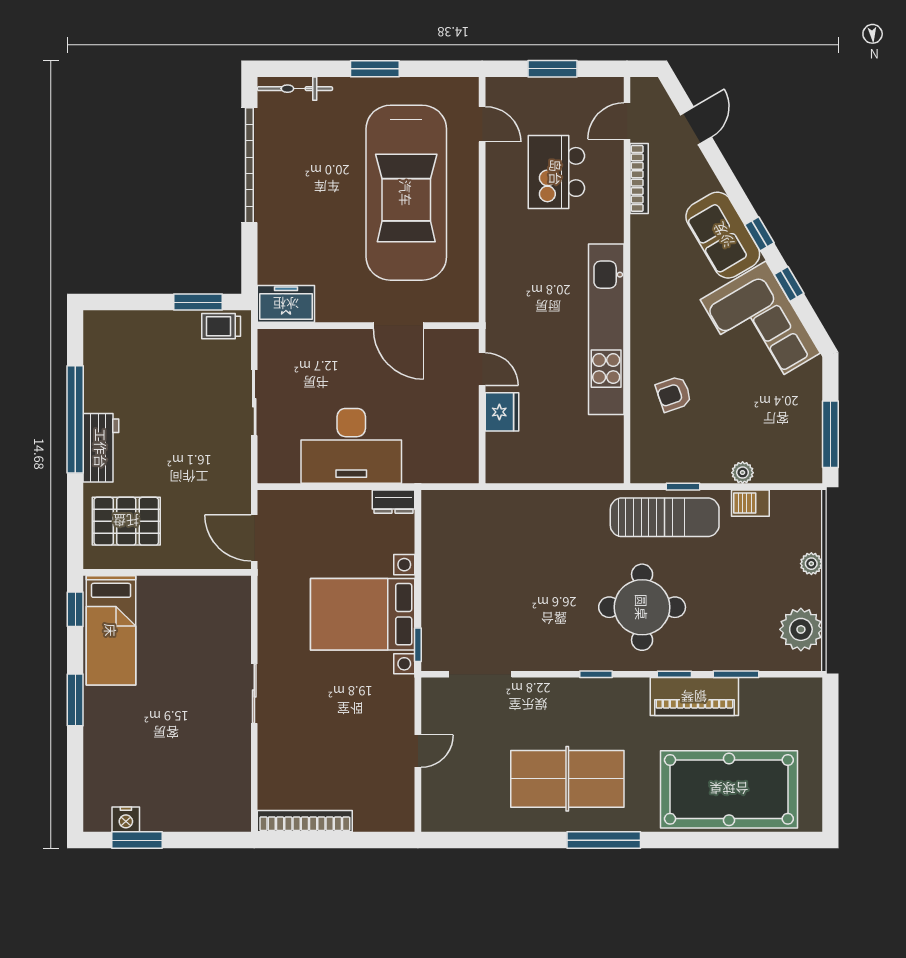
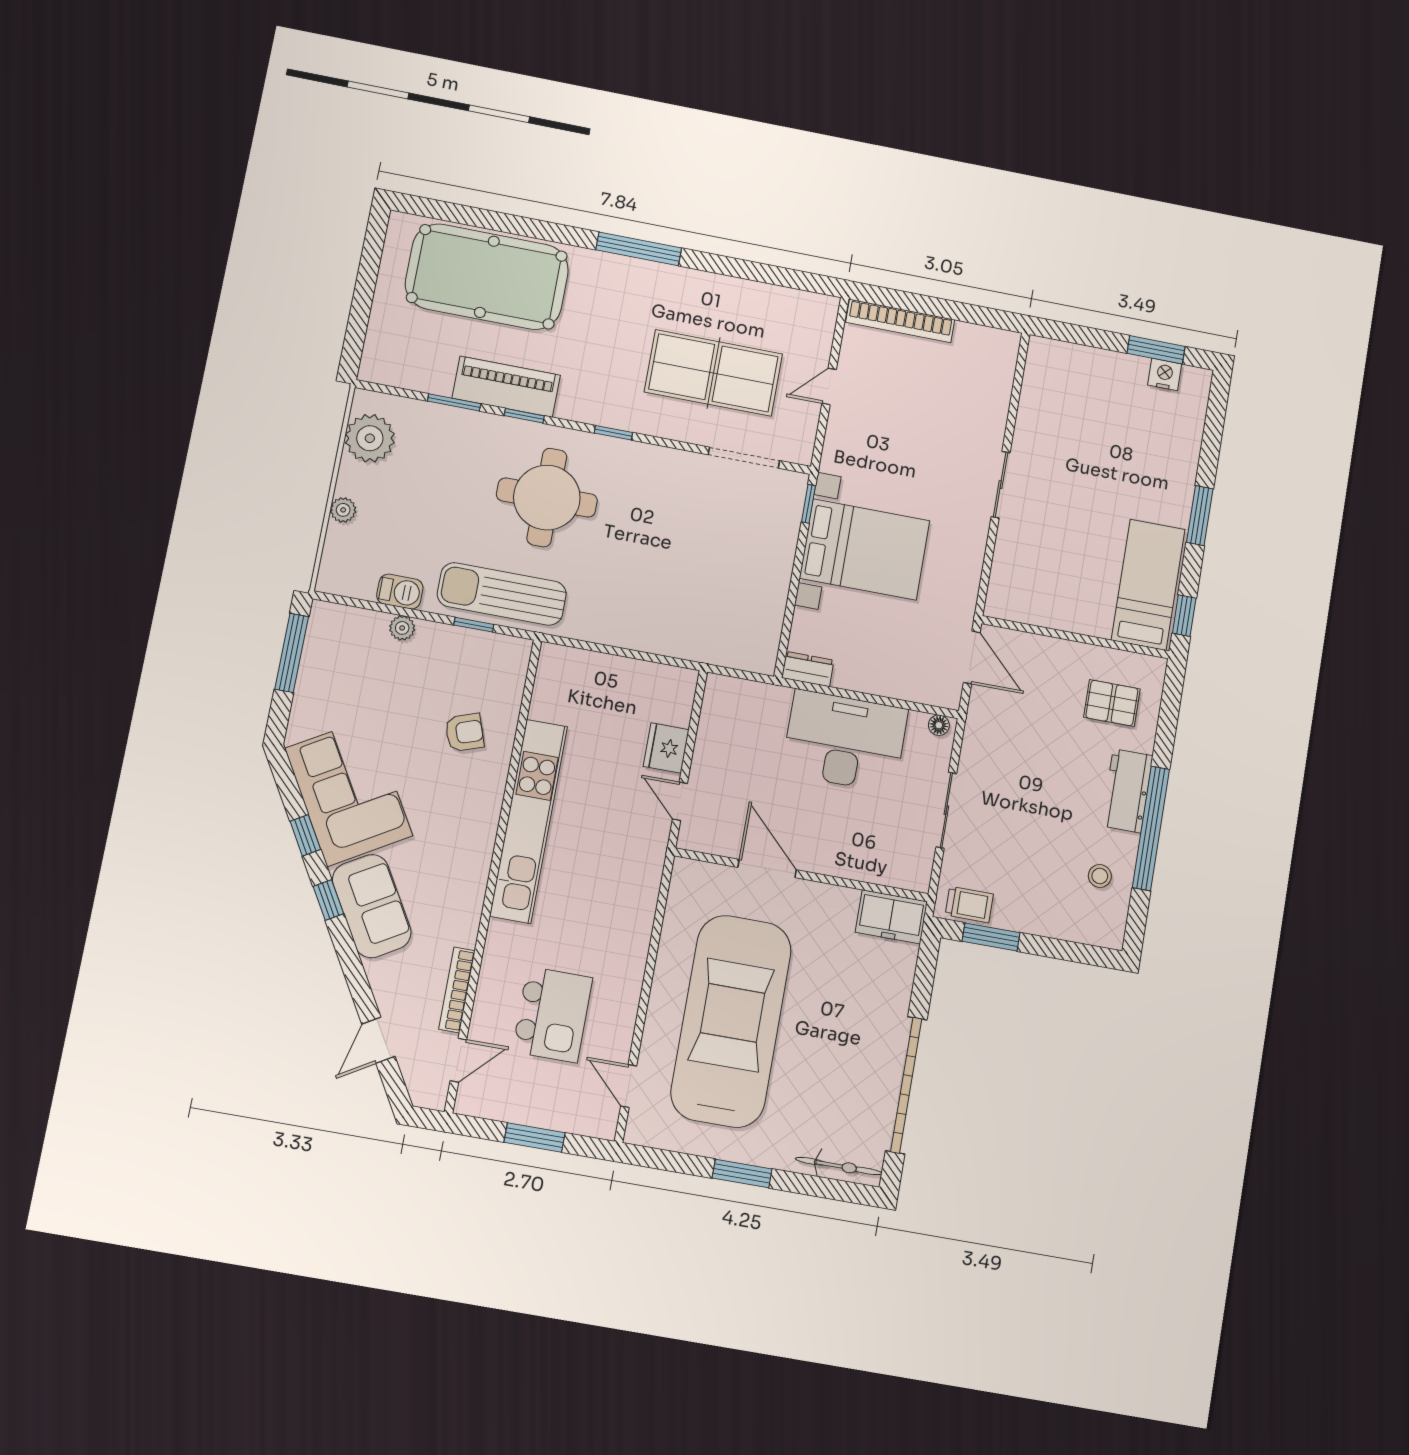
stool: (113, 371) -> (1100, 876), added
floor lamp: (273, 474) -> (939, 725), added
pallet: (126, 521) -> (1112, 703), width x0.67, depth x0.71
table tennis table: (567, 779) -> (713, 373), moved
bookcase: (305, 821) -> (900, 321), moved

